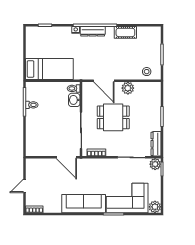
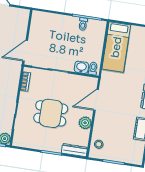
dining table: (113, 117) -> (51, 113), moved, turned 90
dresser: (156, 144) -> (74, 150), moved

